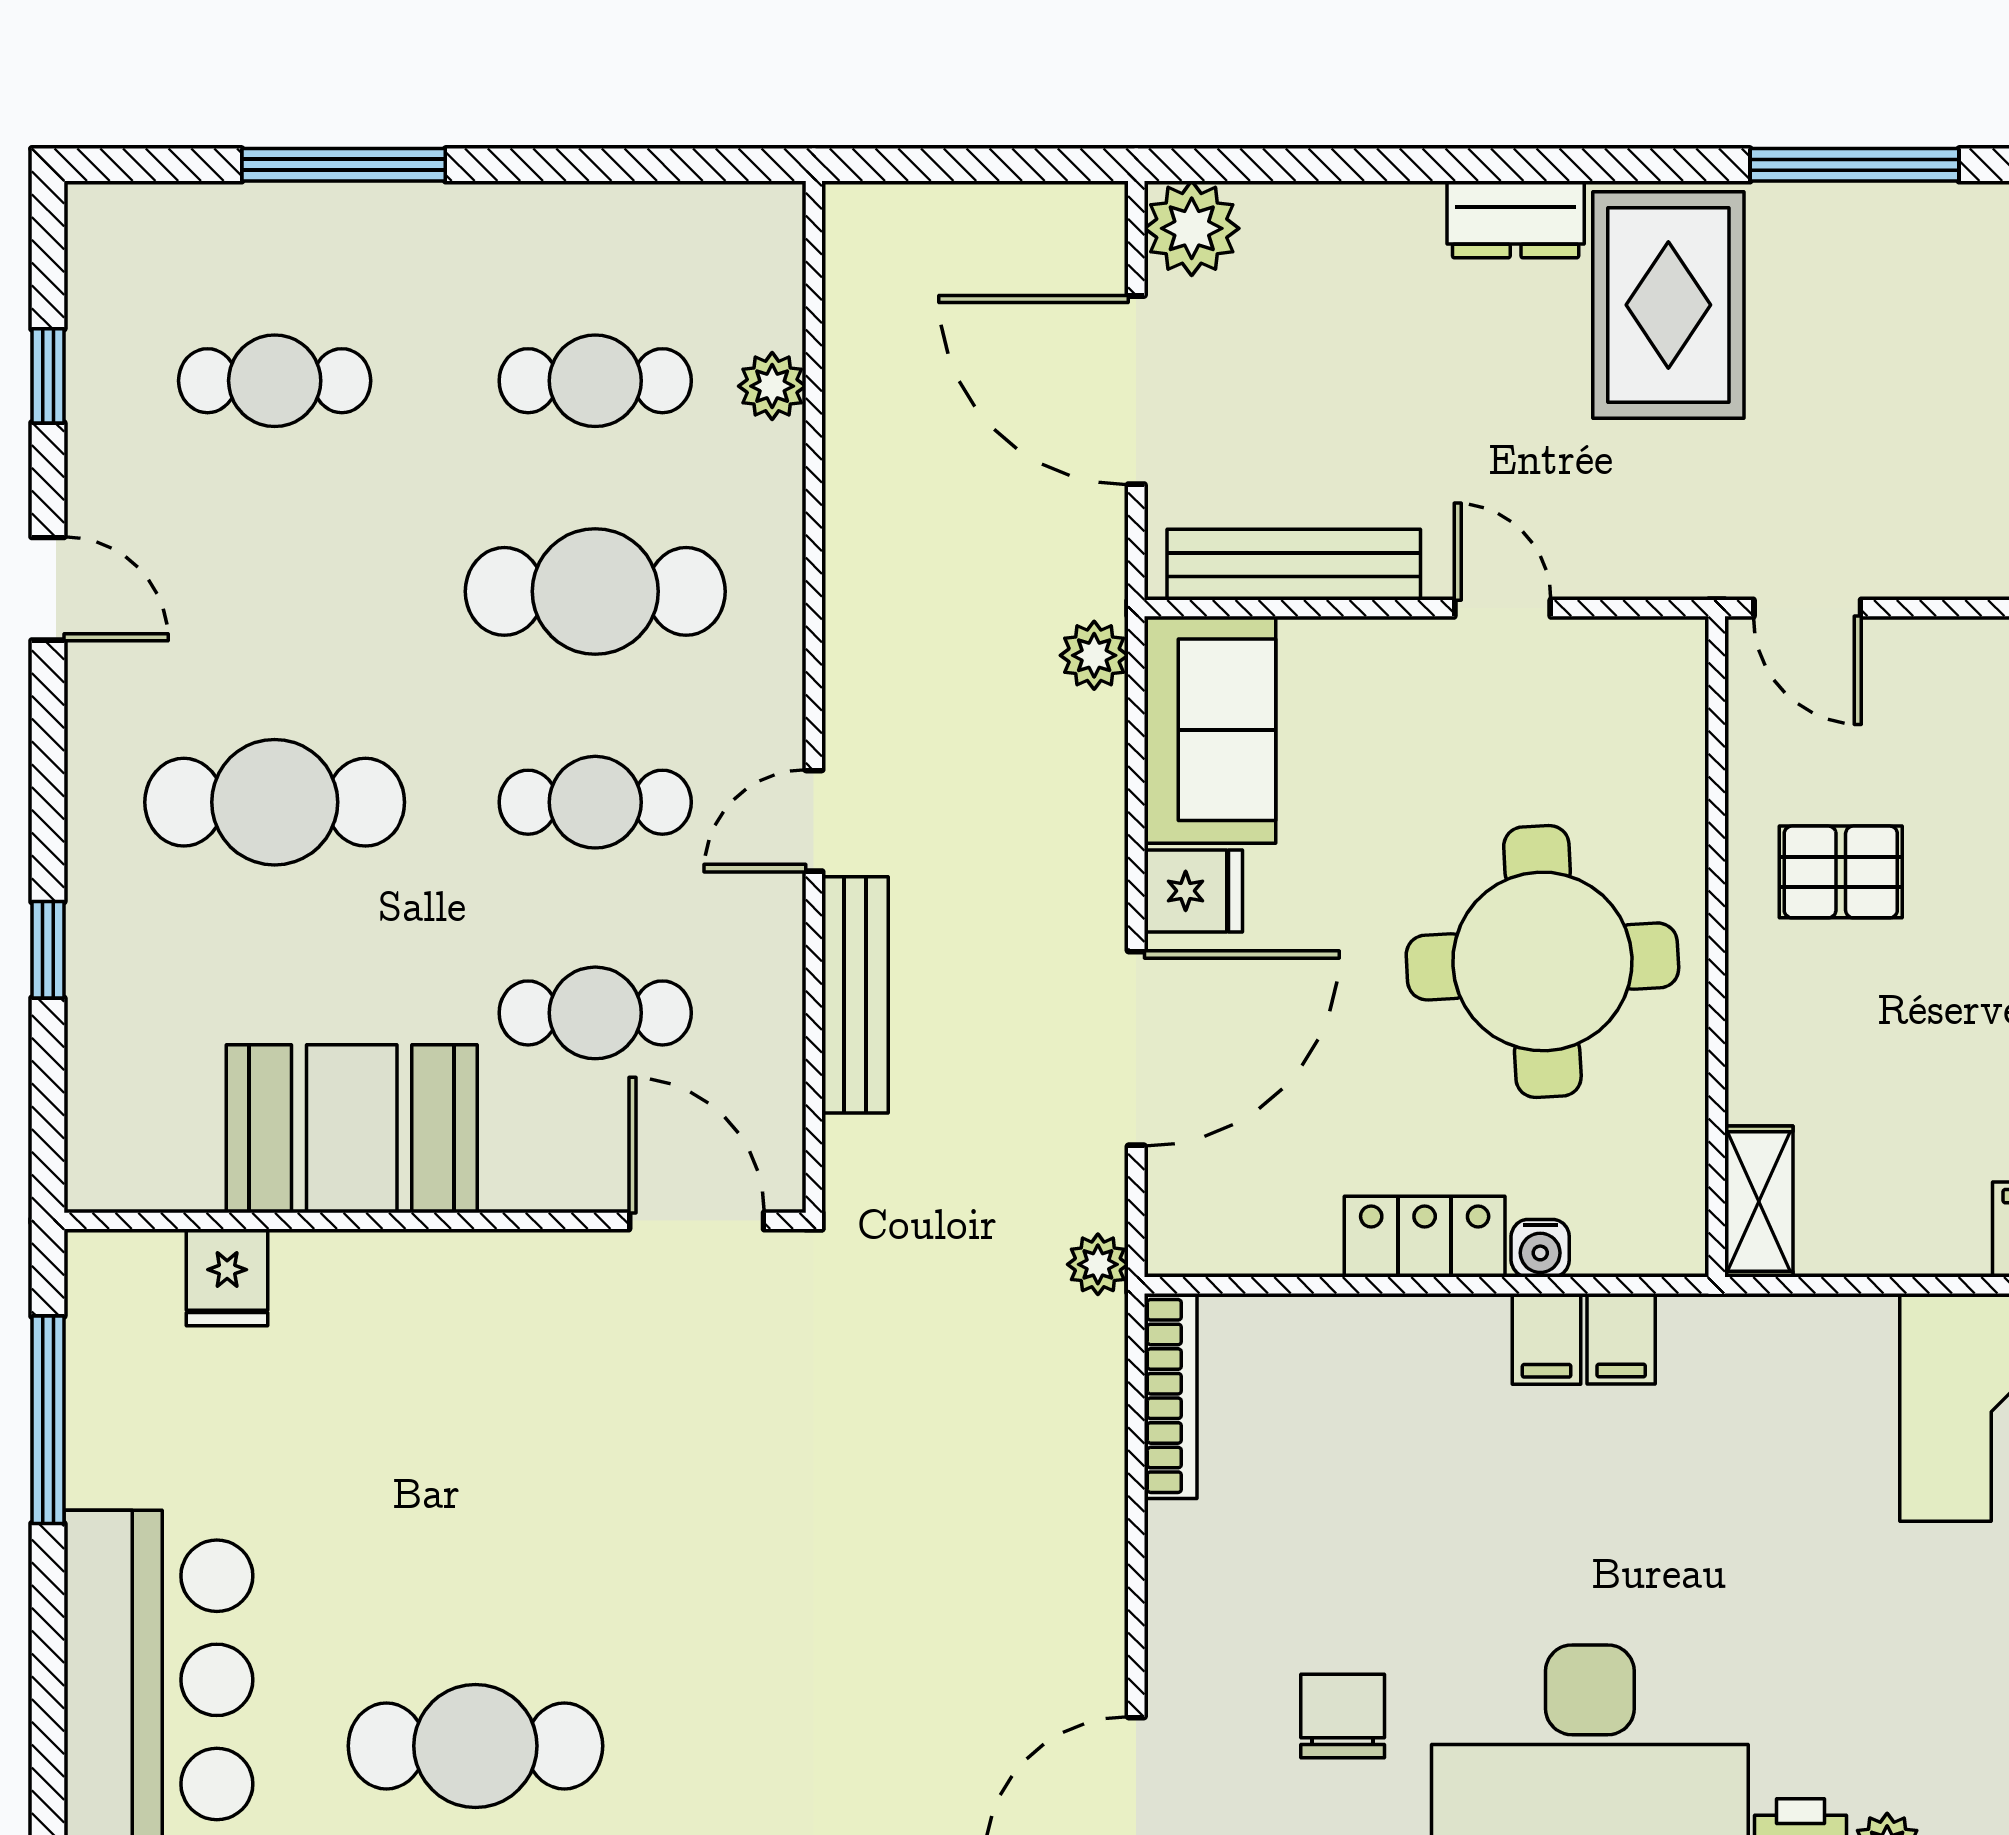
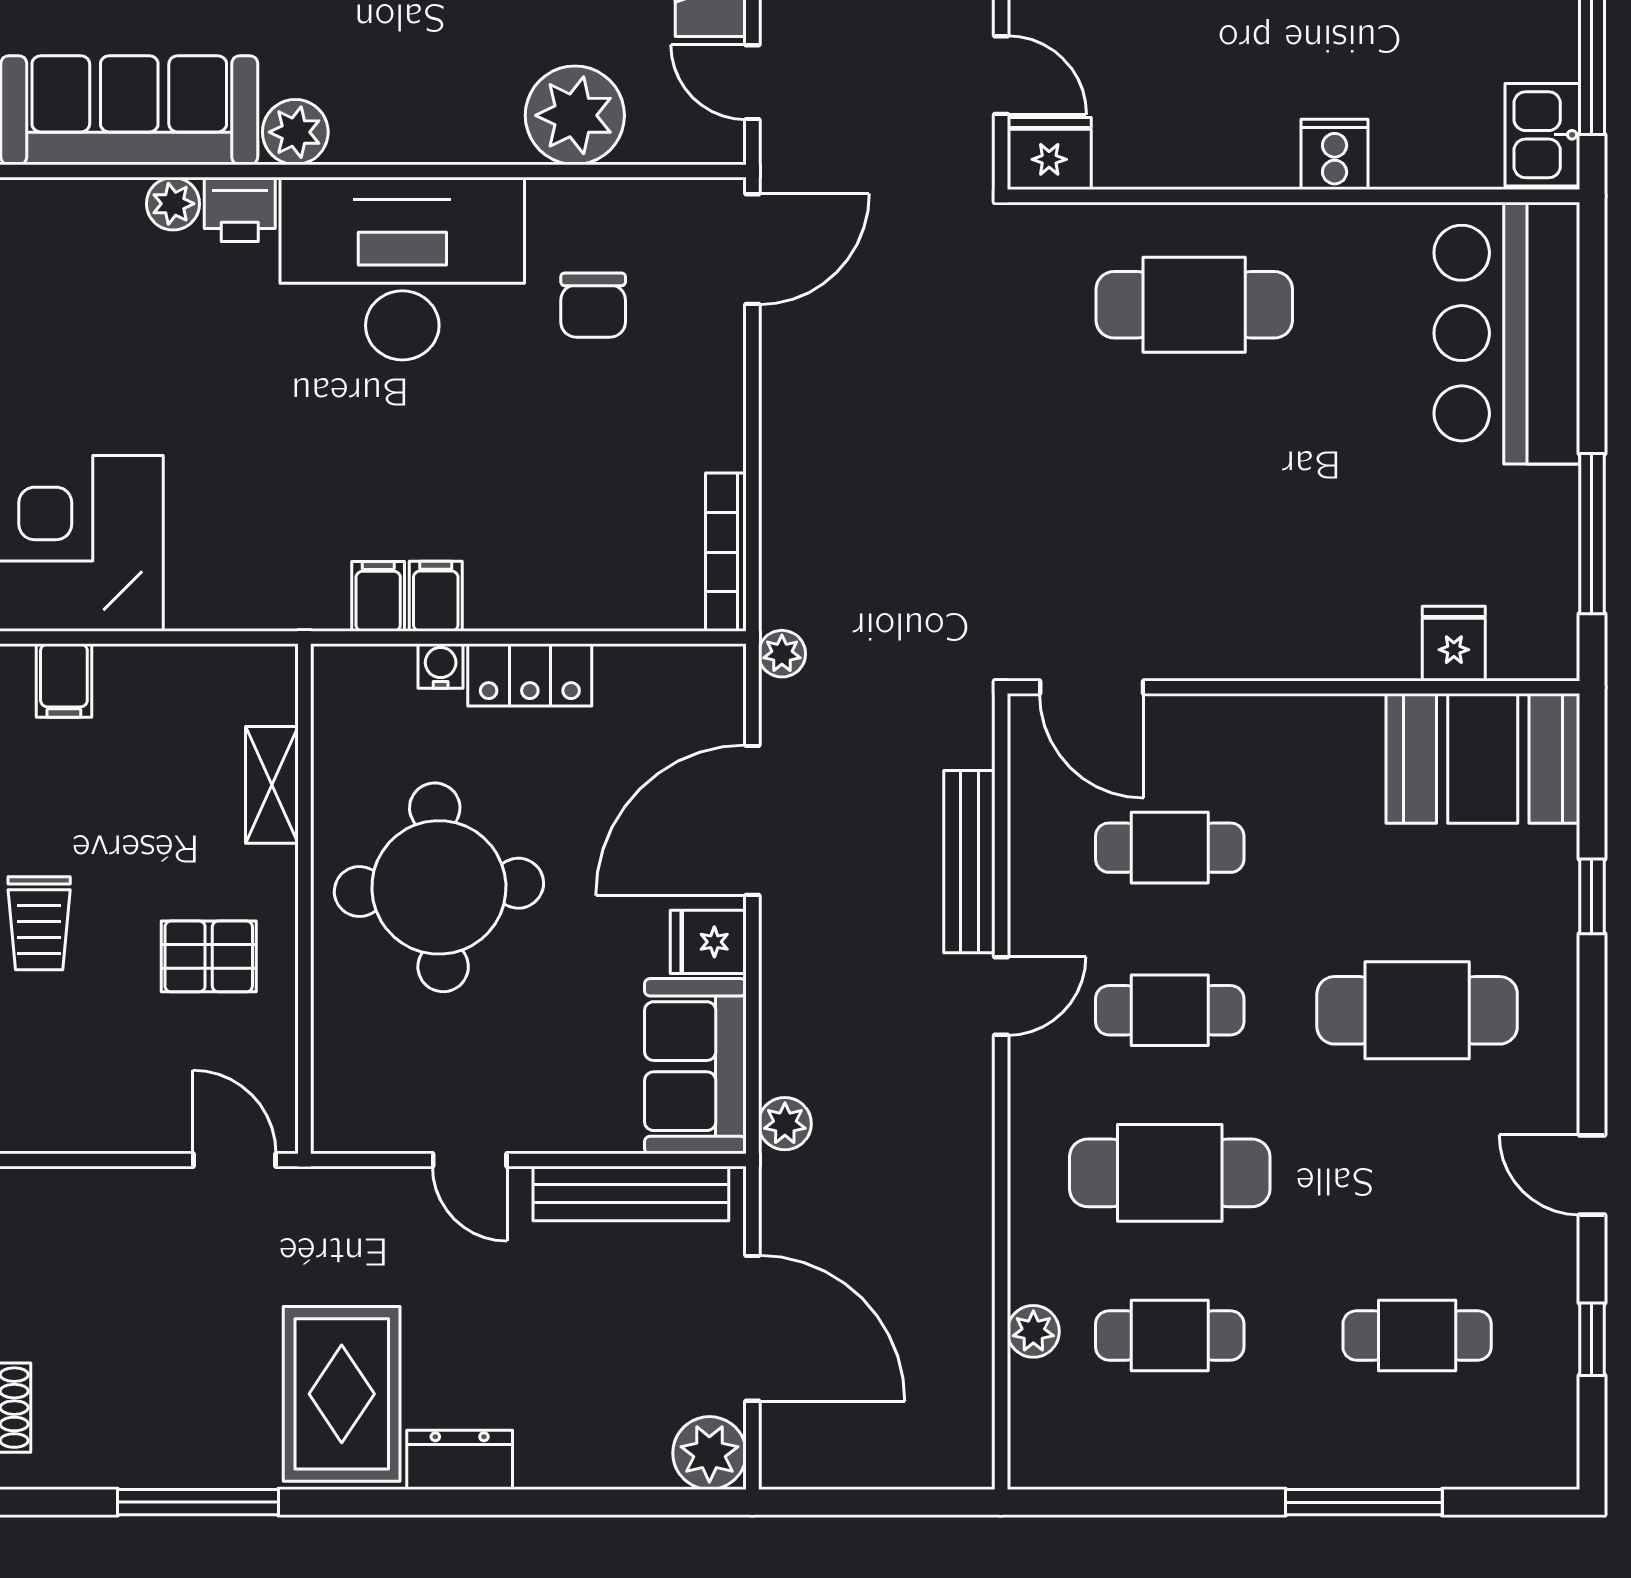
booth: (352, 1129) -> (1483, 758), moved
shelving: (1759, 1202) -> (272, 785), moved
cafe table: (475, 1746) -> (1194, 305), moved

